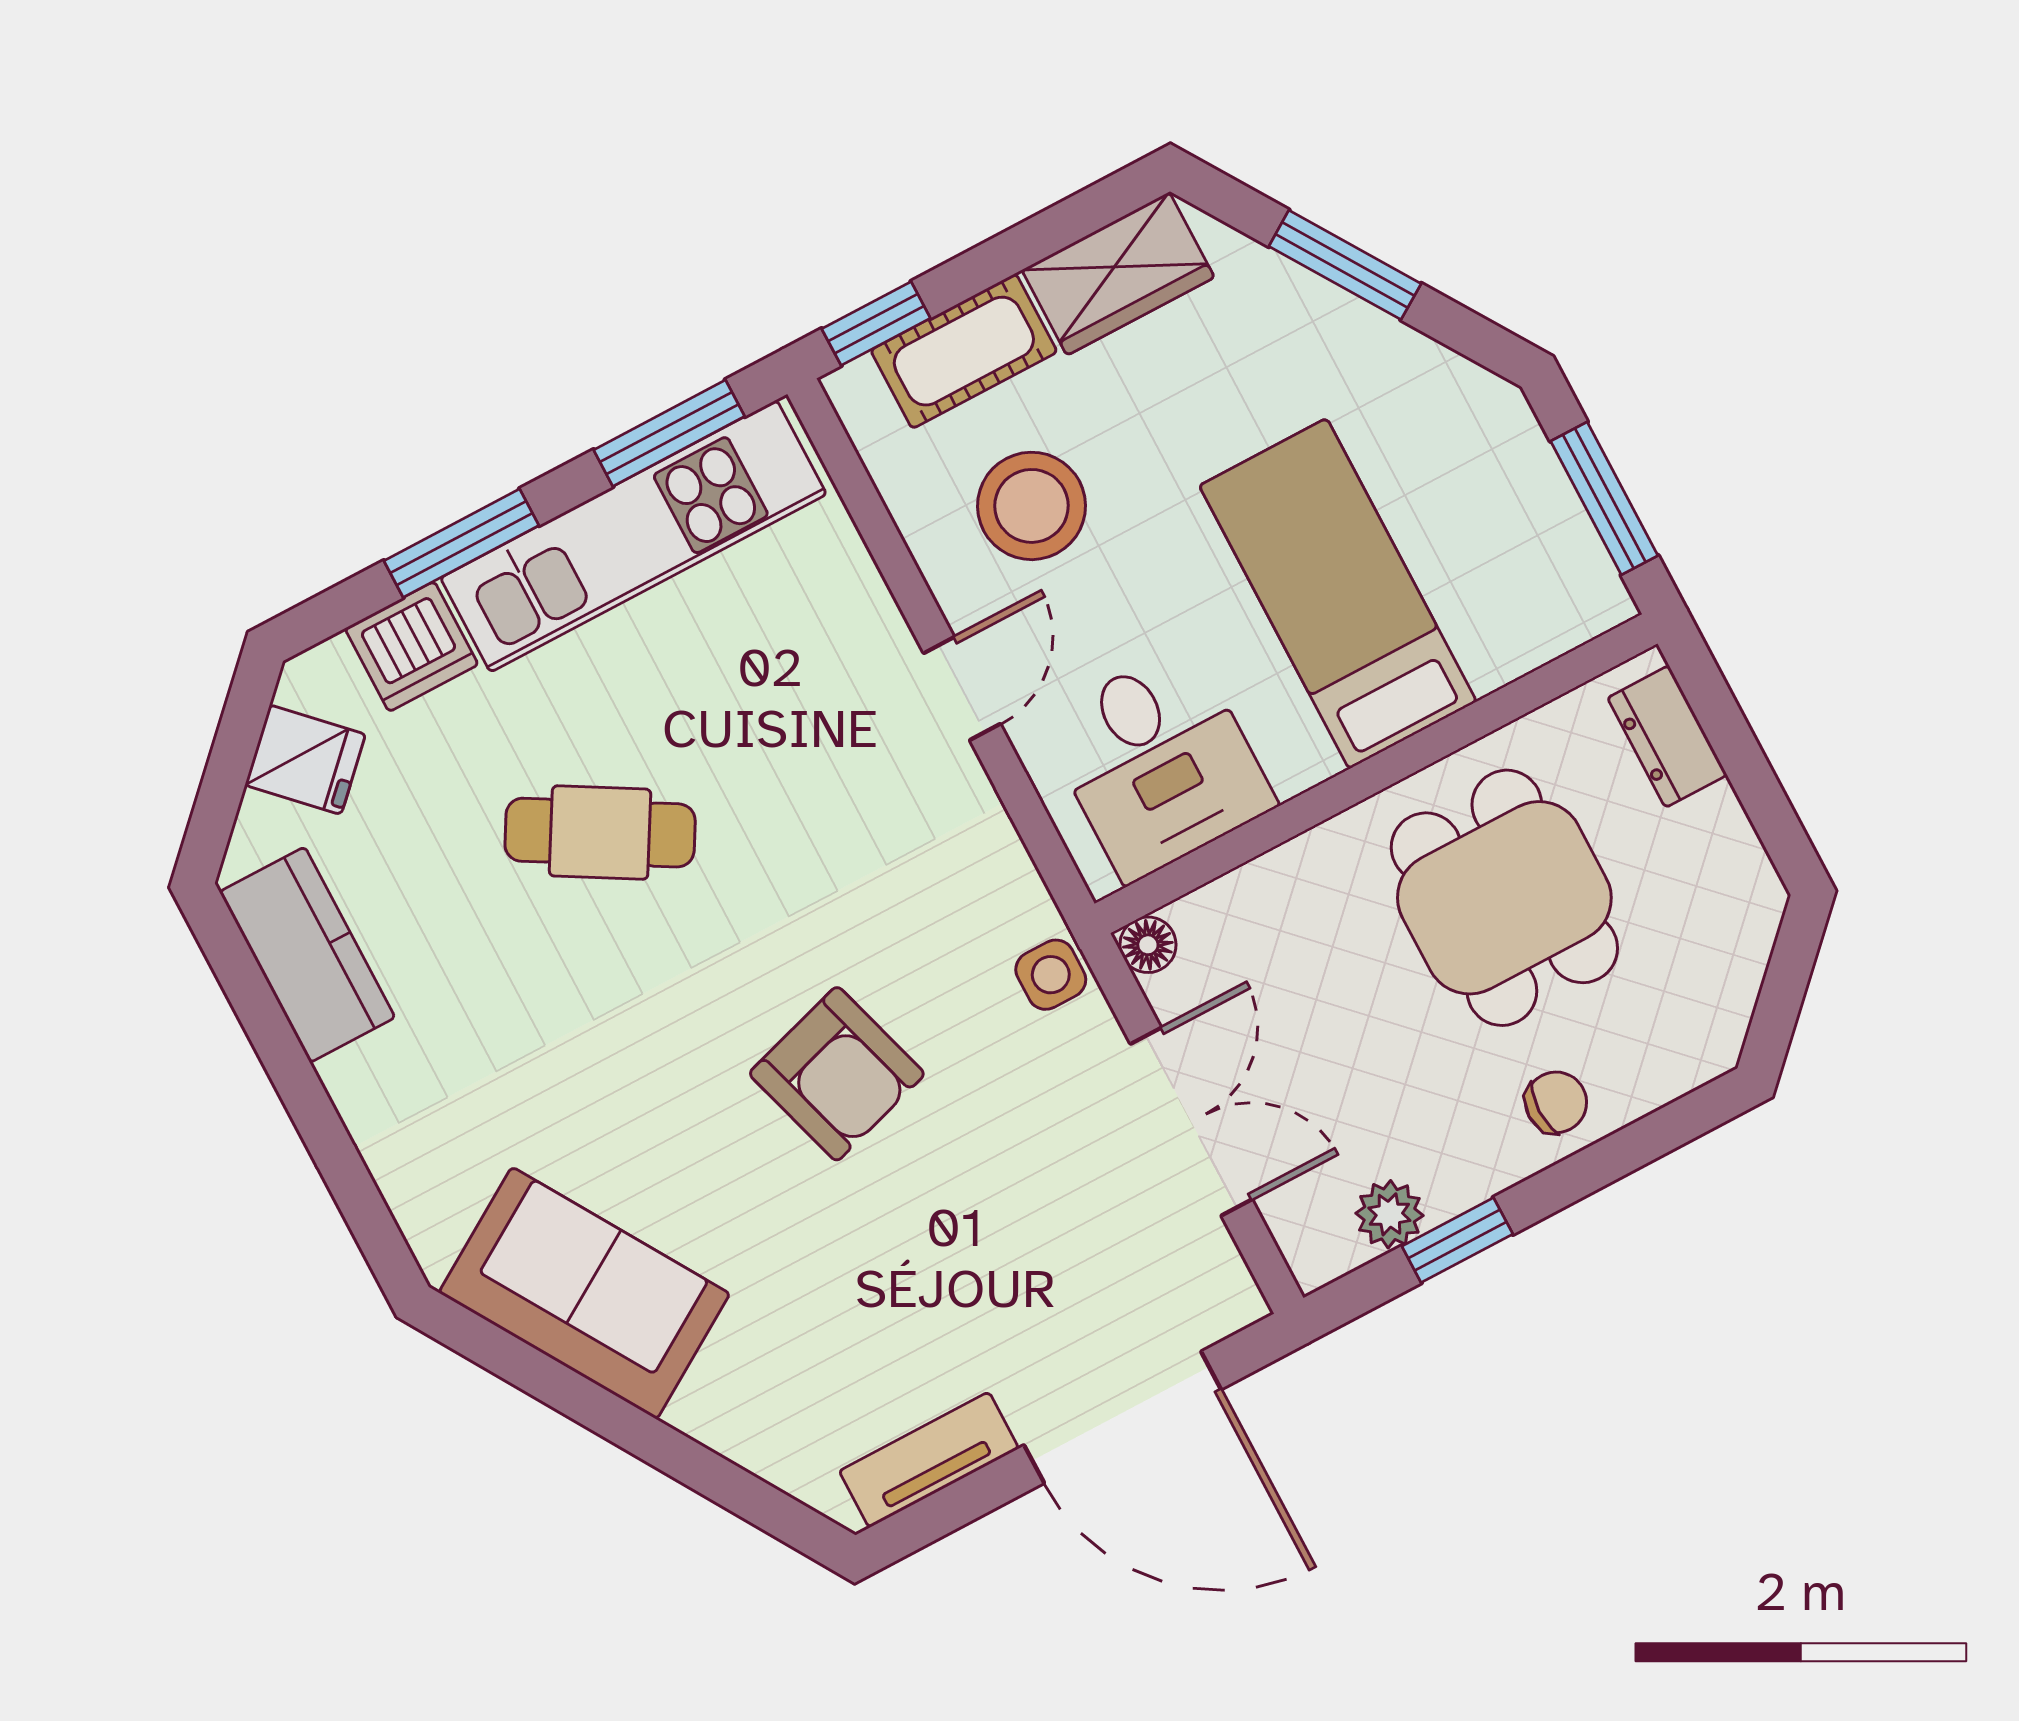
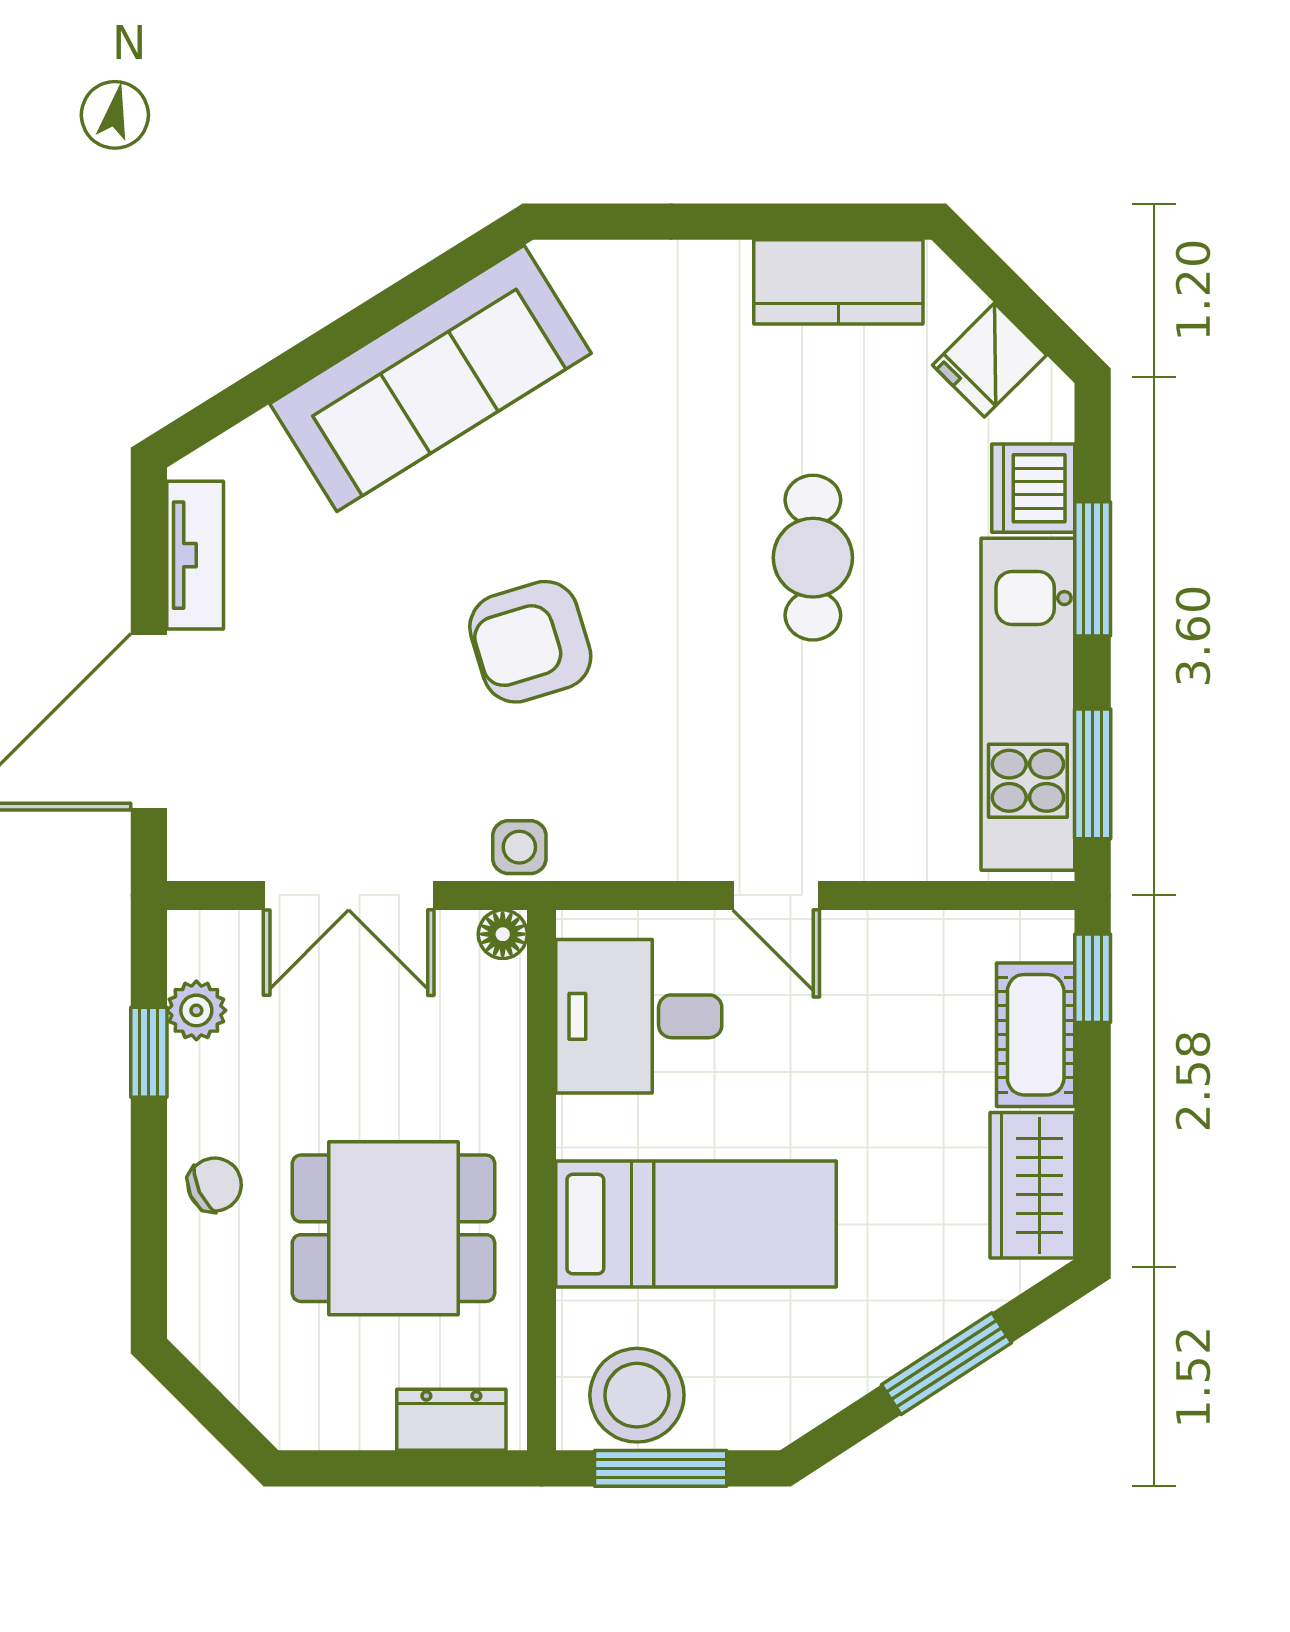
stool: (1031, 506) -> (637, 1395), moved
cafe table: (600, 833) -> (813, 558), turned -30
chair: (1556, 1102) -> (215, 1185), turned -115
sofa: (584, 1293) -> (431, 378), width x1.36

